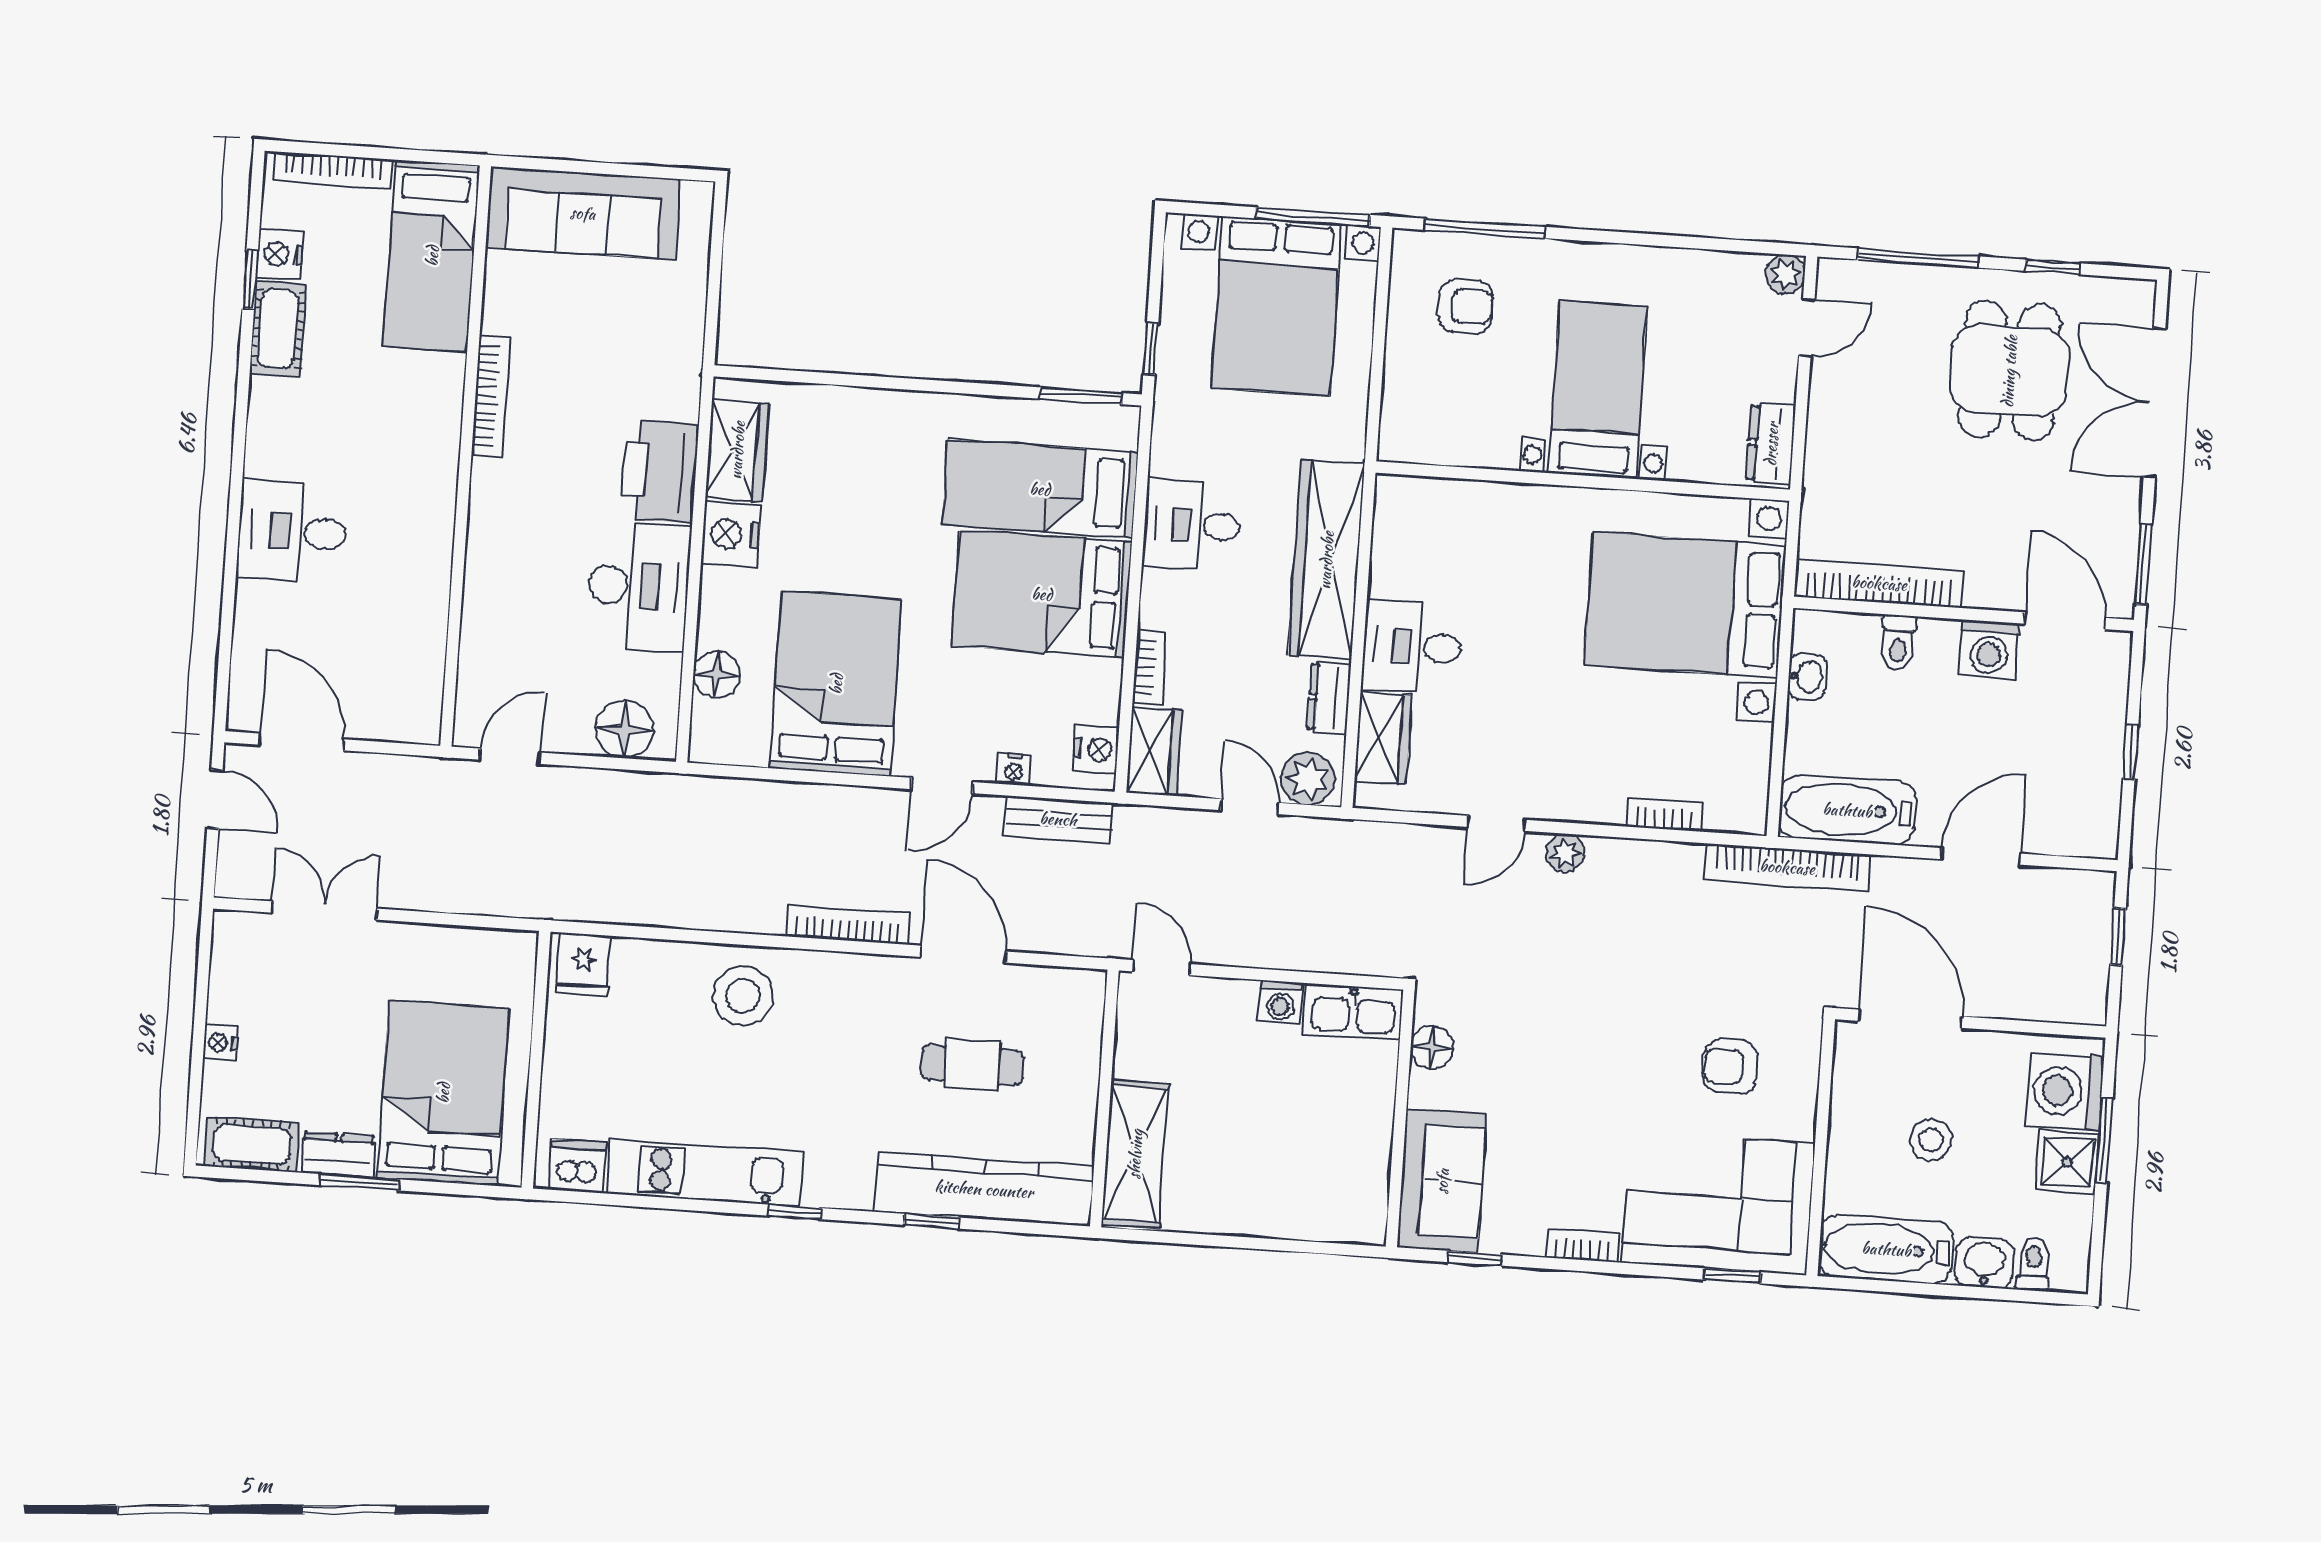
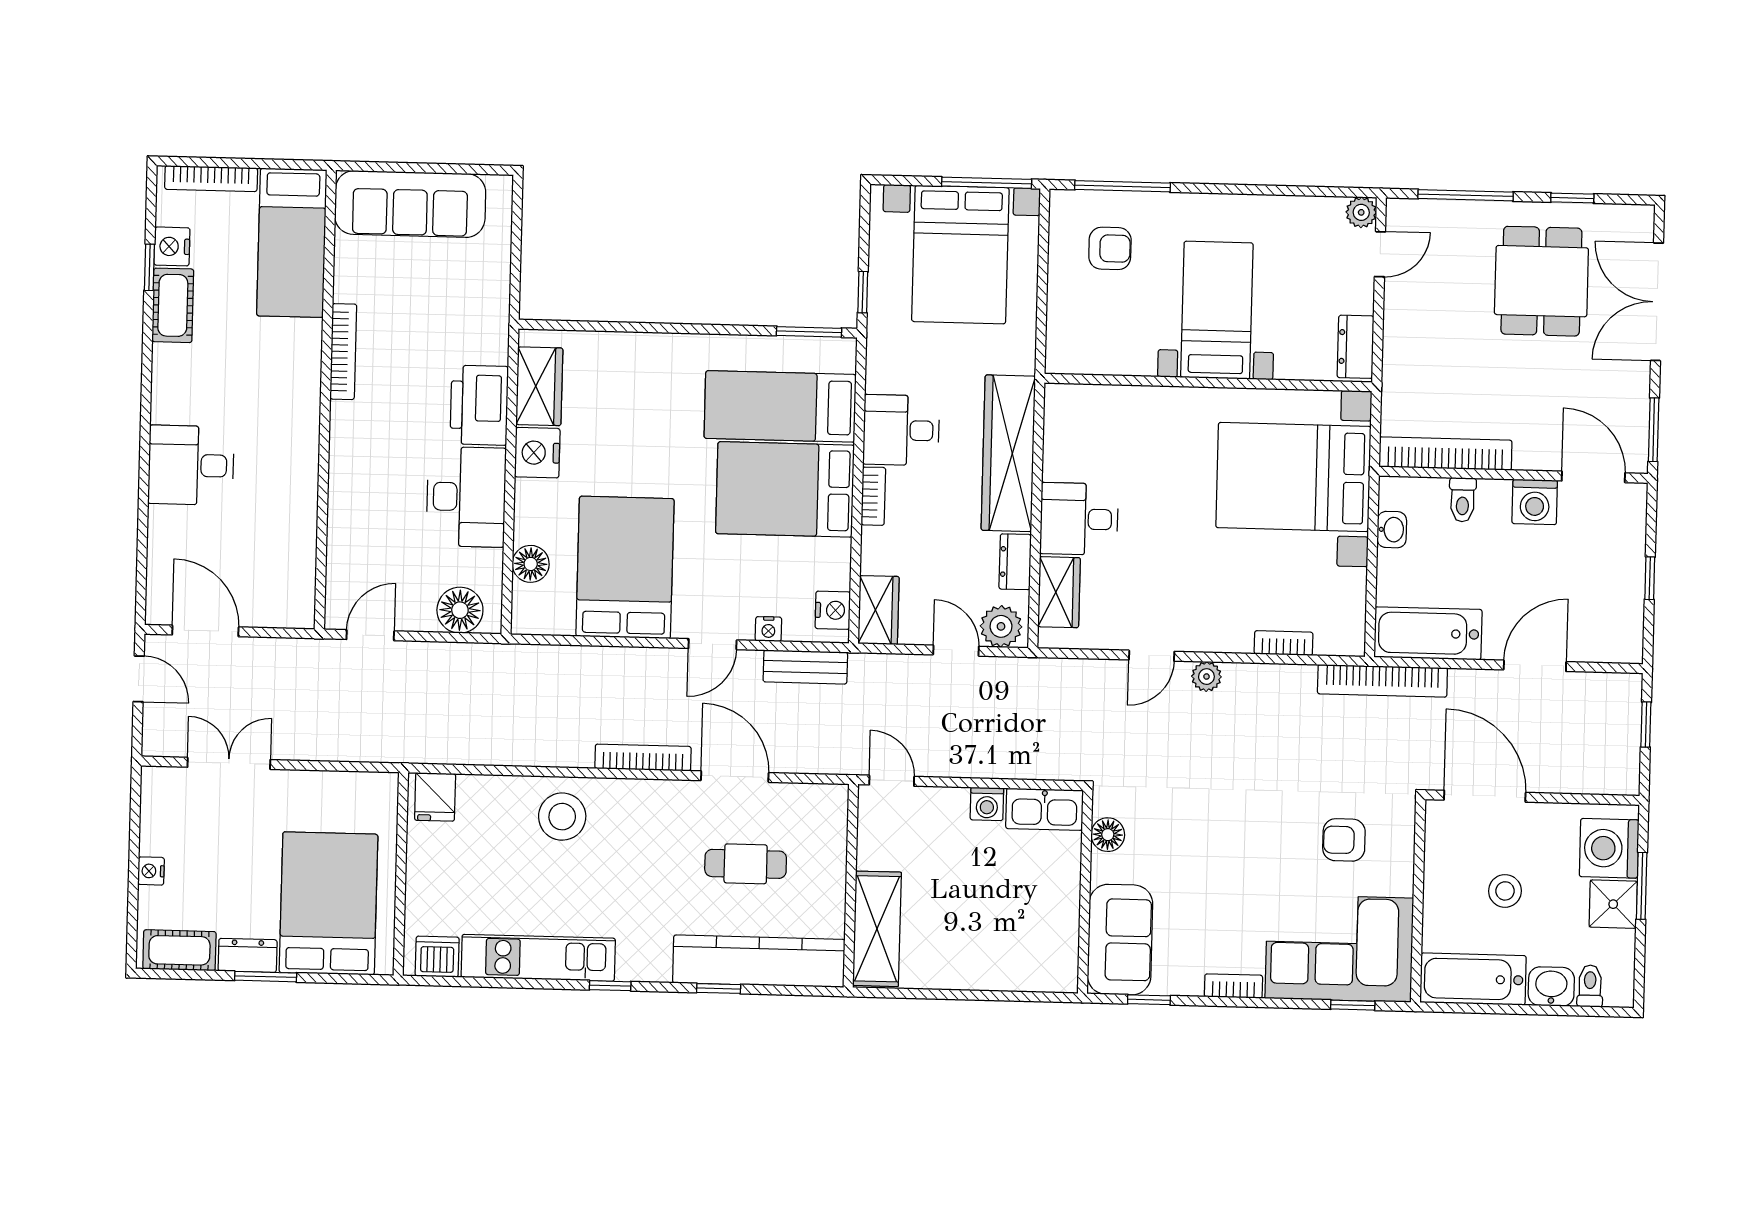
bookcase: (1149, 667) -> (873, 496), moved

